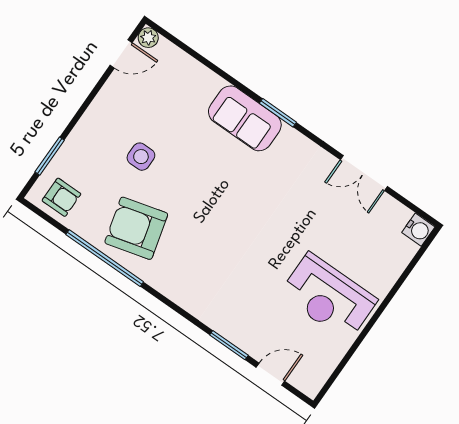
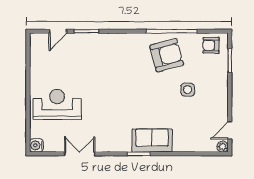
reception desk: (328, 297) -> (57, 104), moved

